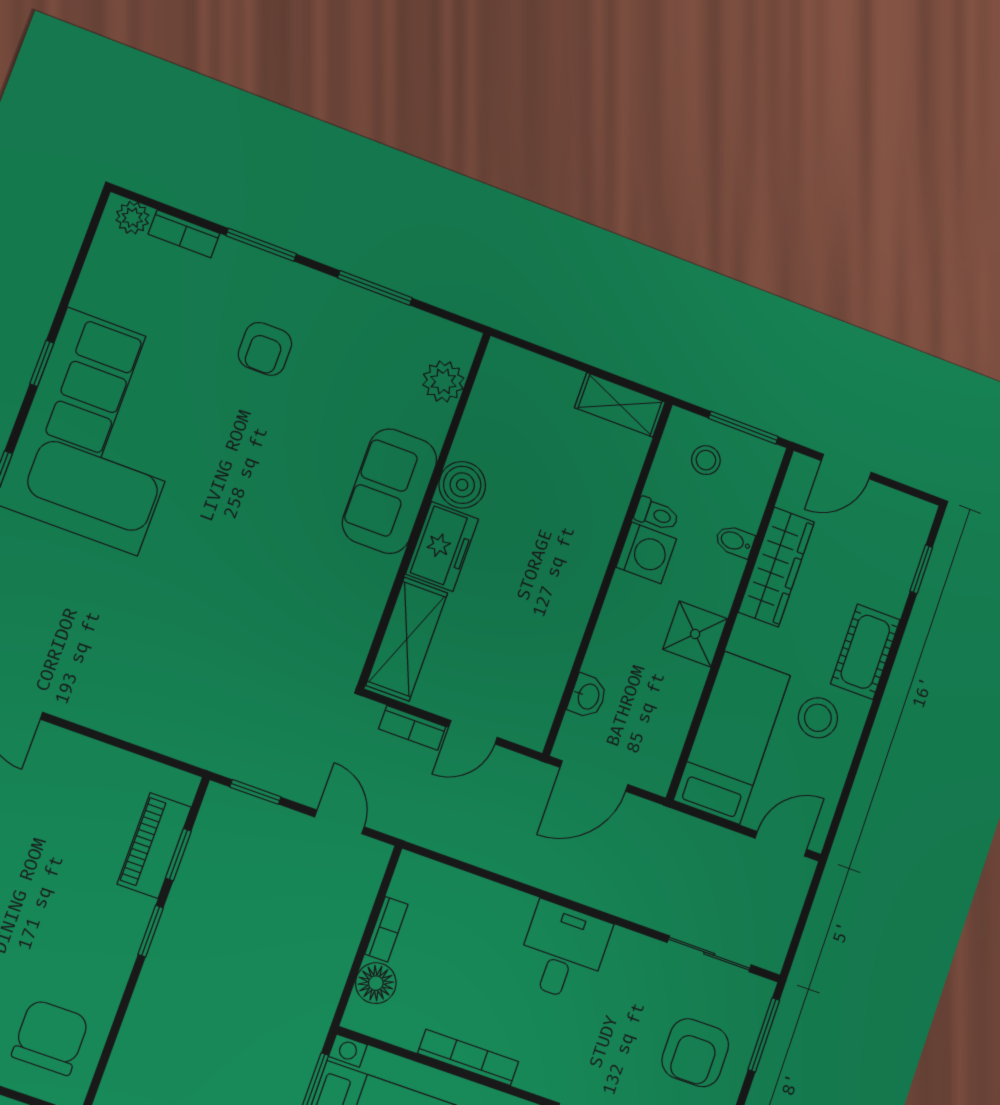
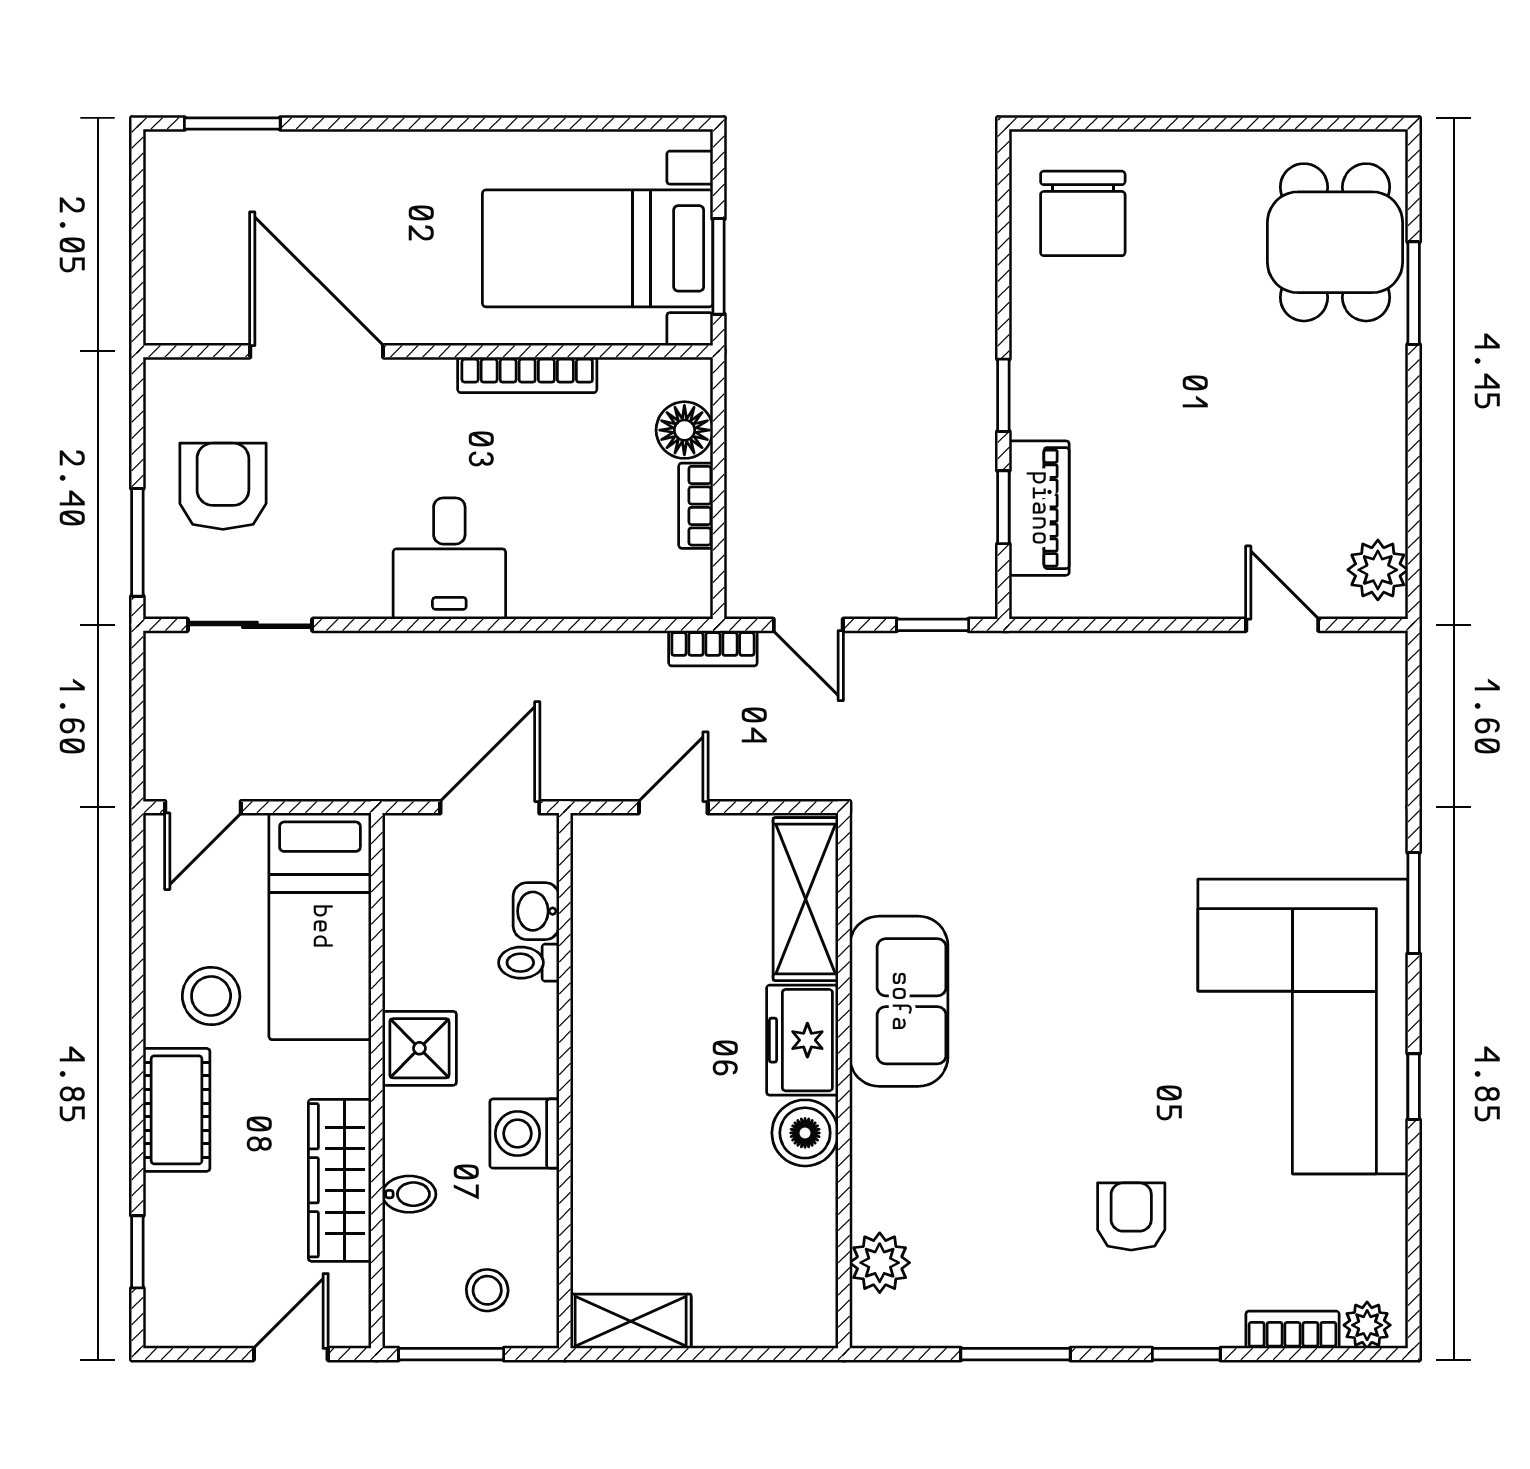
window: (261, 245) -> (1186, 1354), width x0.67
sofa: (390, 491) -> (899, 1001), moved
toilet: (657, 514) -> (529, 963), moved
bookcase: (412, 728) -> (713, 648), moved, turned 180

